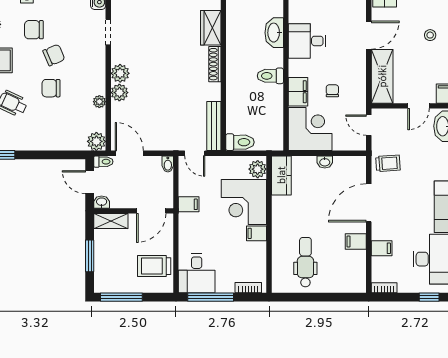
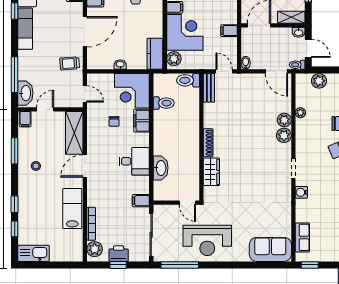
toilet: (270, 76) -> (164, 103), moved
bench: (214, 126) -> (209, 88), width x0.73
plant: (96, 141) -> (319, 81), moved

